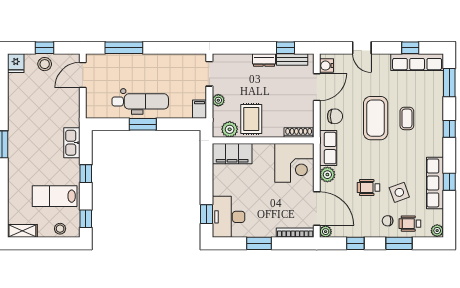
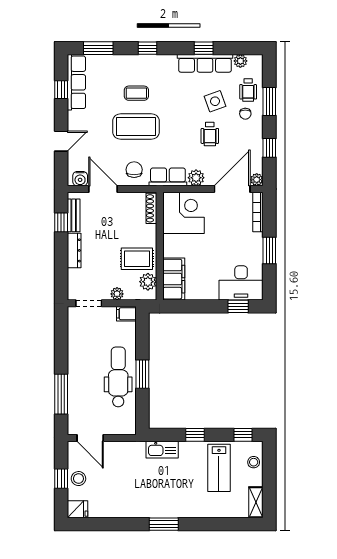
dresser: (264, 60) -> (74, 250), width x1.44
plant: (437, 231) -> (240, 61), moved

